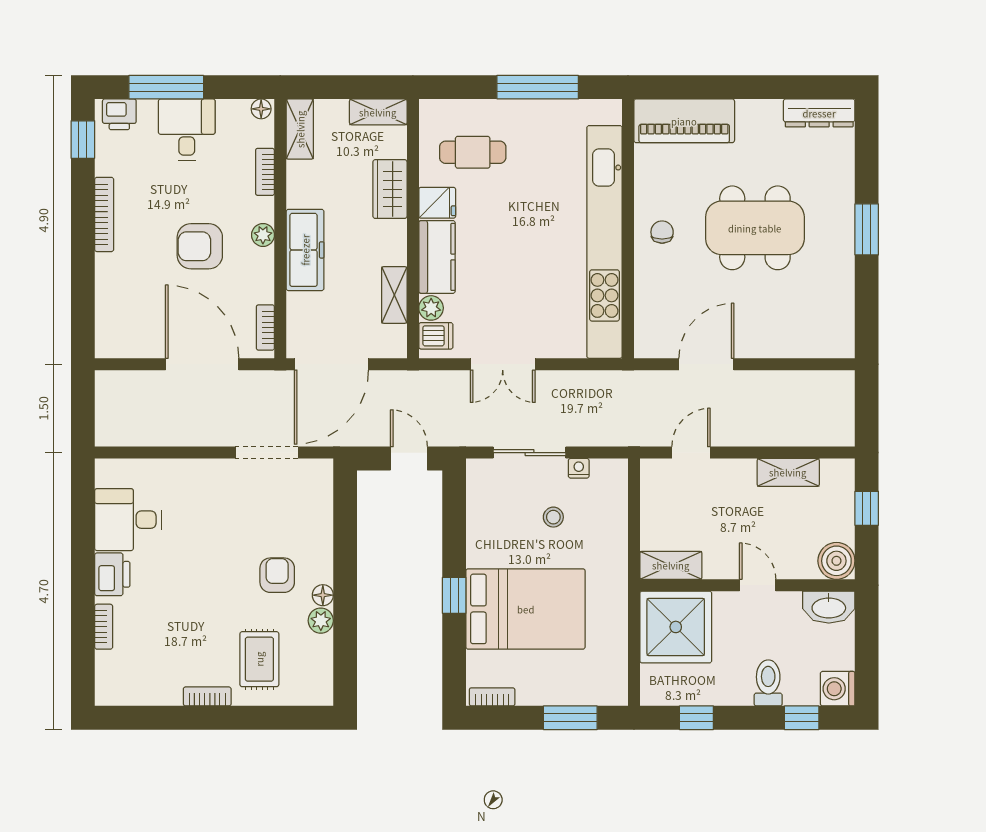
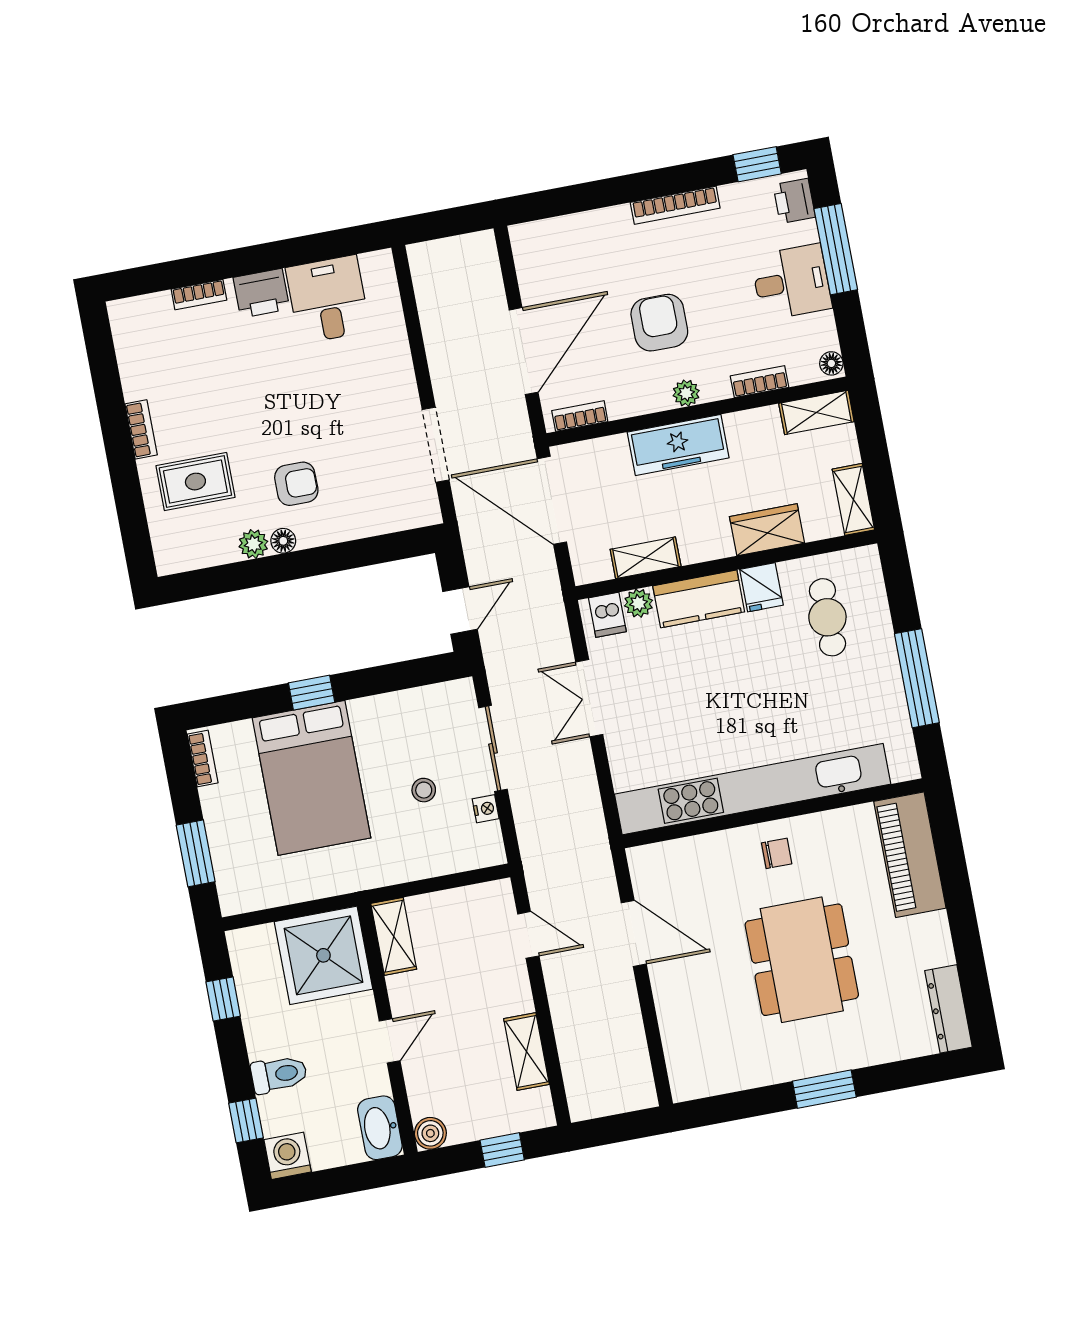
boiler: (836, 561) -> (430, 1133), width x0.73, depth x0.73

